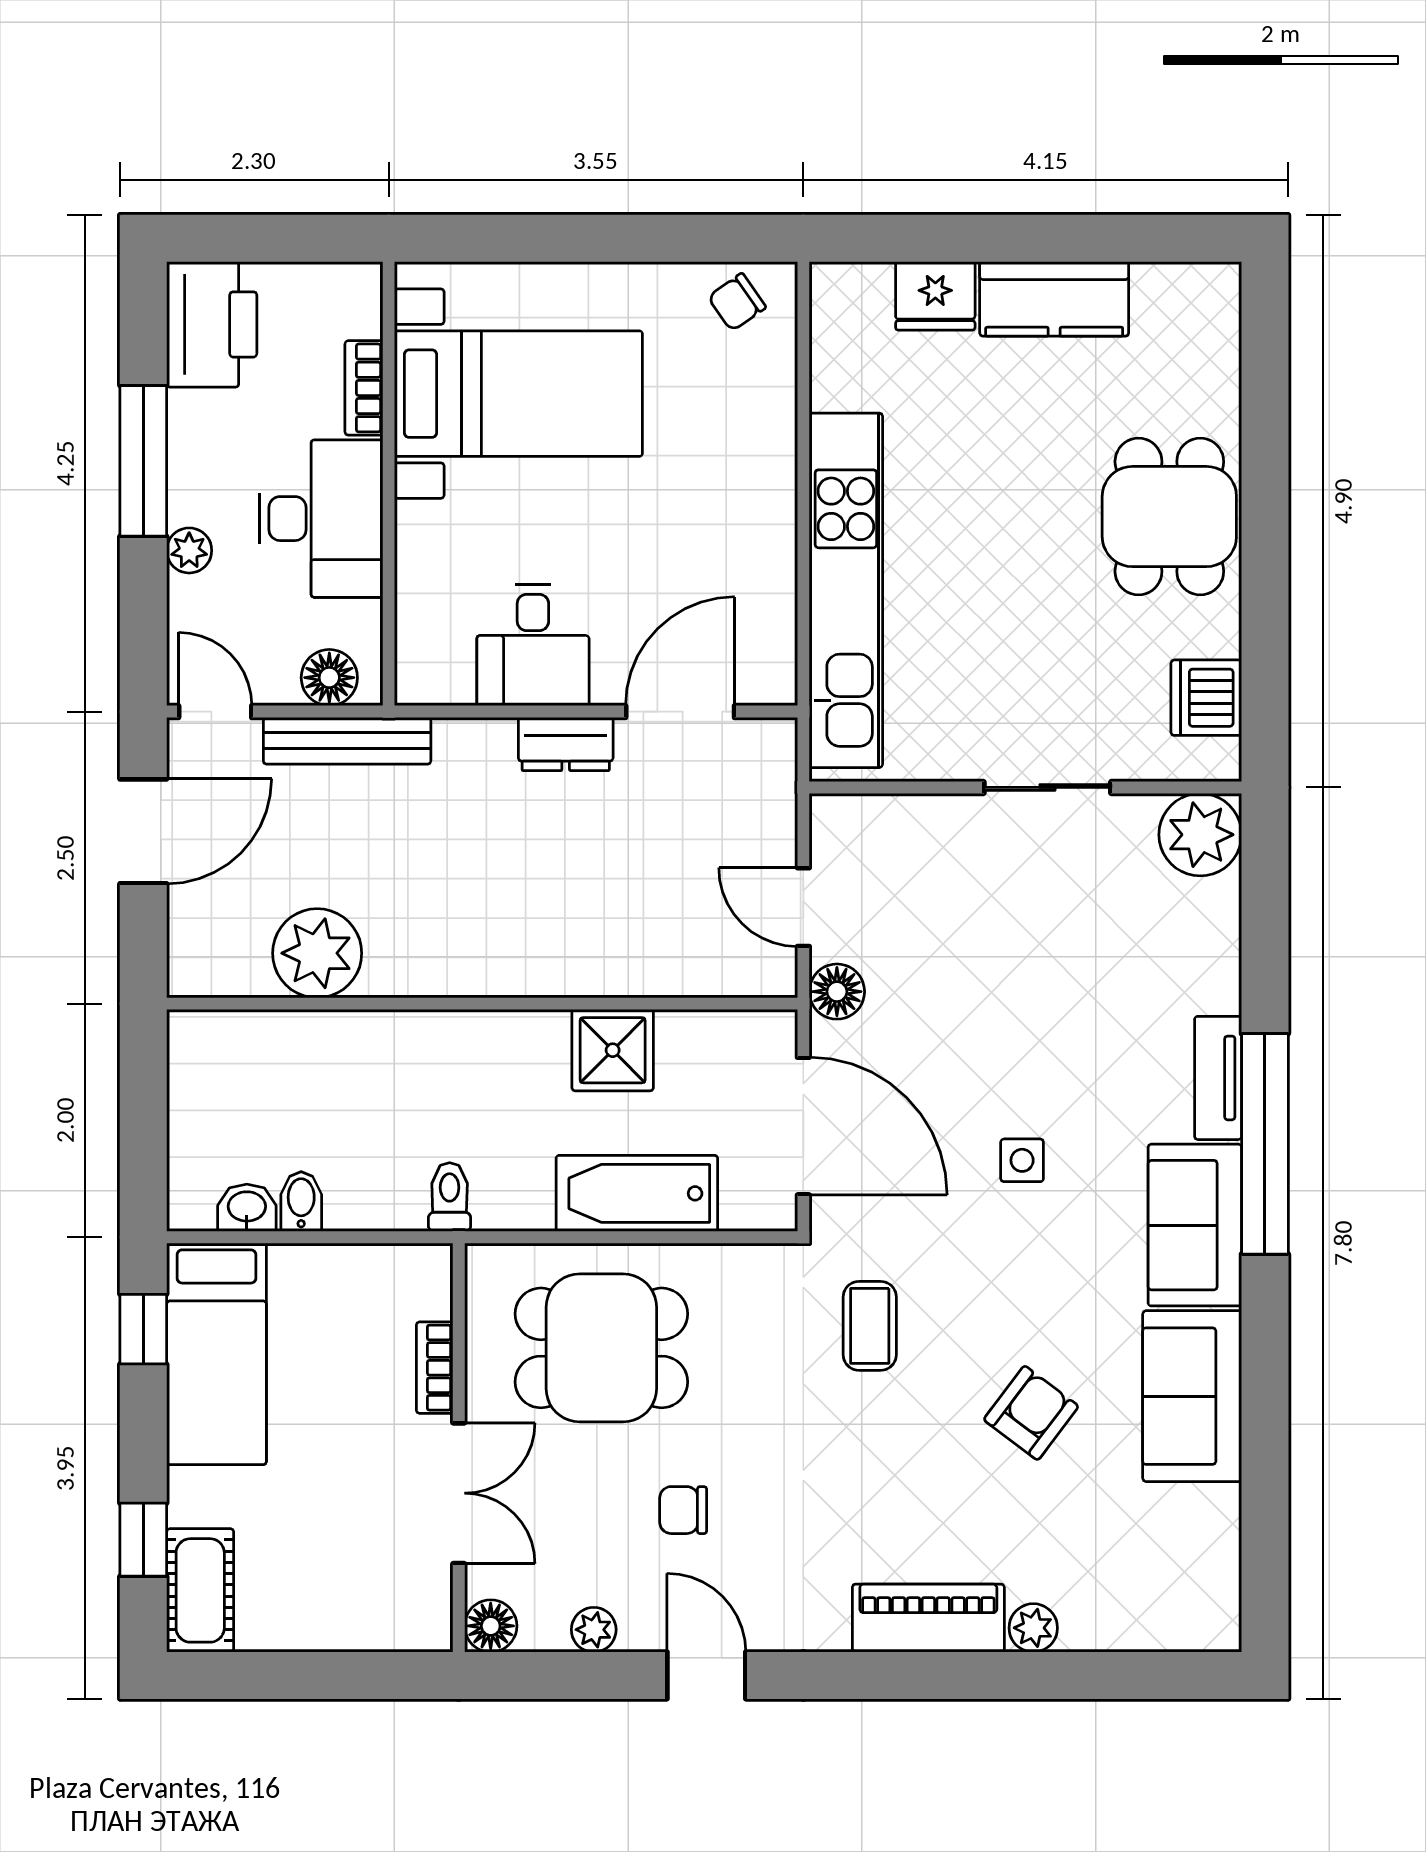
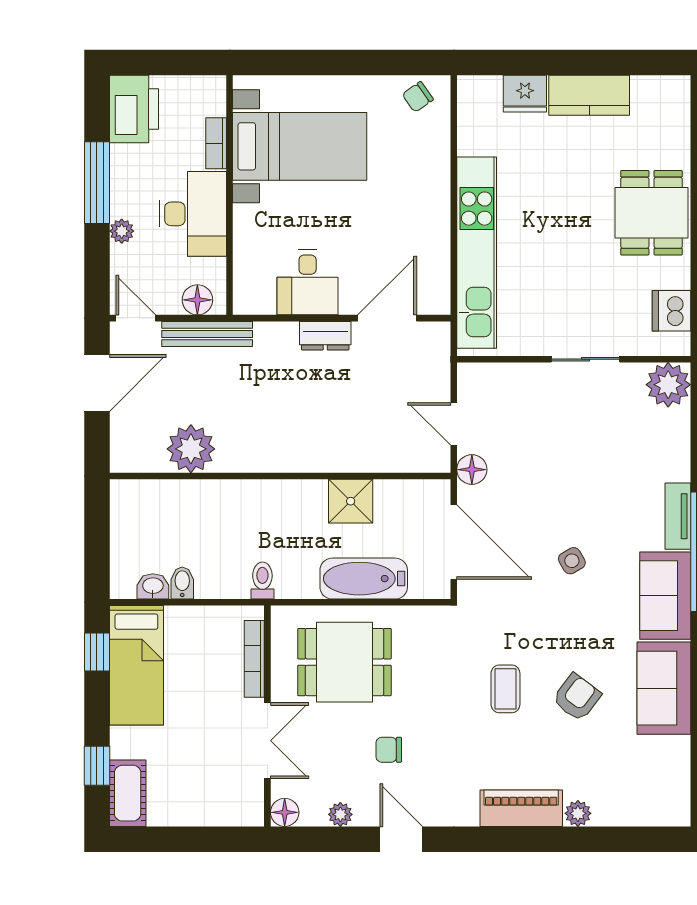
side table: (1022, 1160) -> (572, 561), turned -30
coffee table: (870, 1326) -> (505, 689), moved
bookcase: (435, 1368) -> (254, 659), width x1.56

